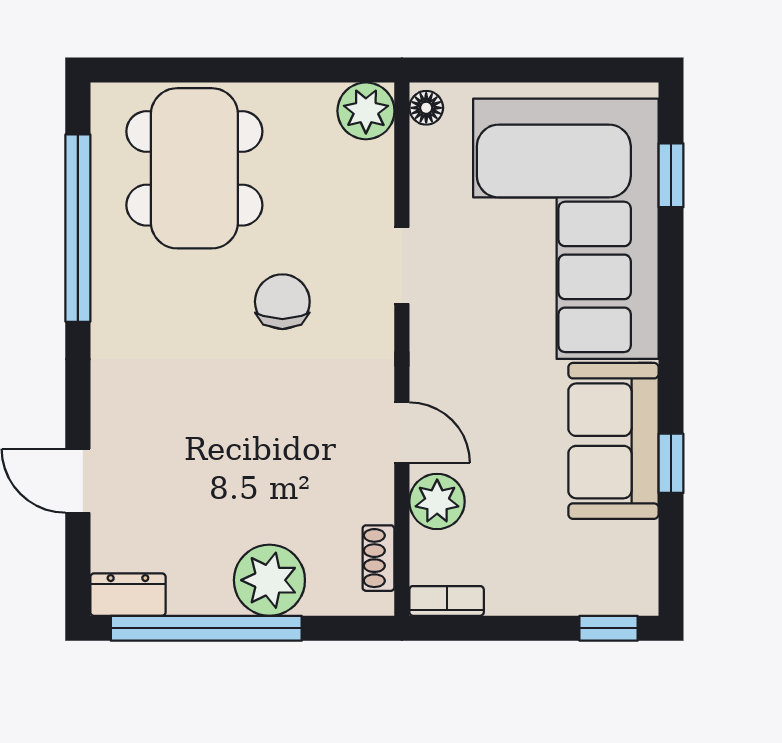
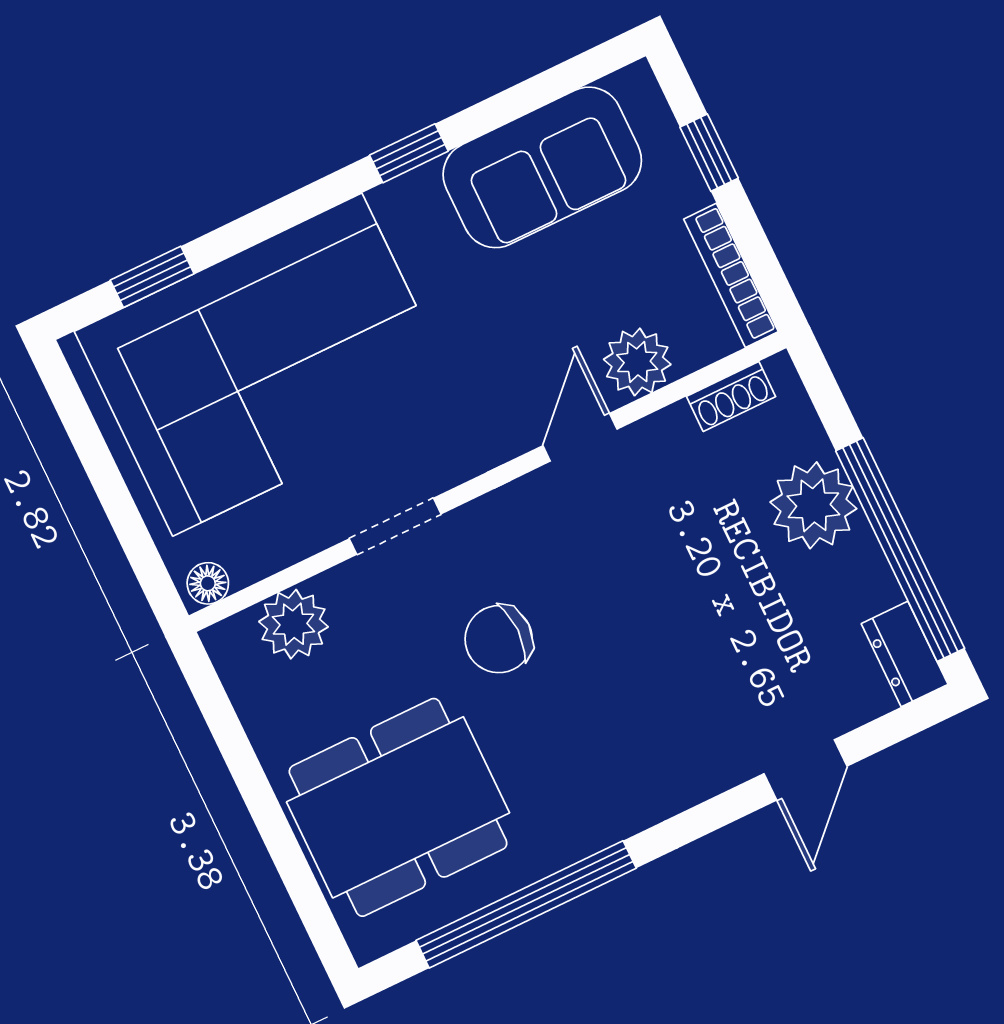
plant: (366, 111) -> (293, 624), moved
sofa: (613, 441) -> (542, 167), moved
window: (671, 463) -> (409, 153), moved
bookcase: (447, 601) -> (731, 275), width x1.56
window: (609, 628) -> (709, 153), moved

